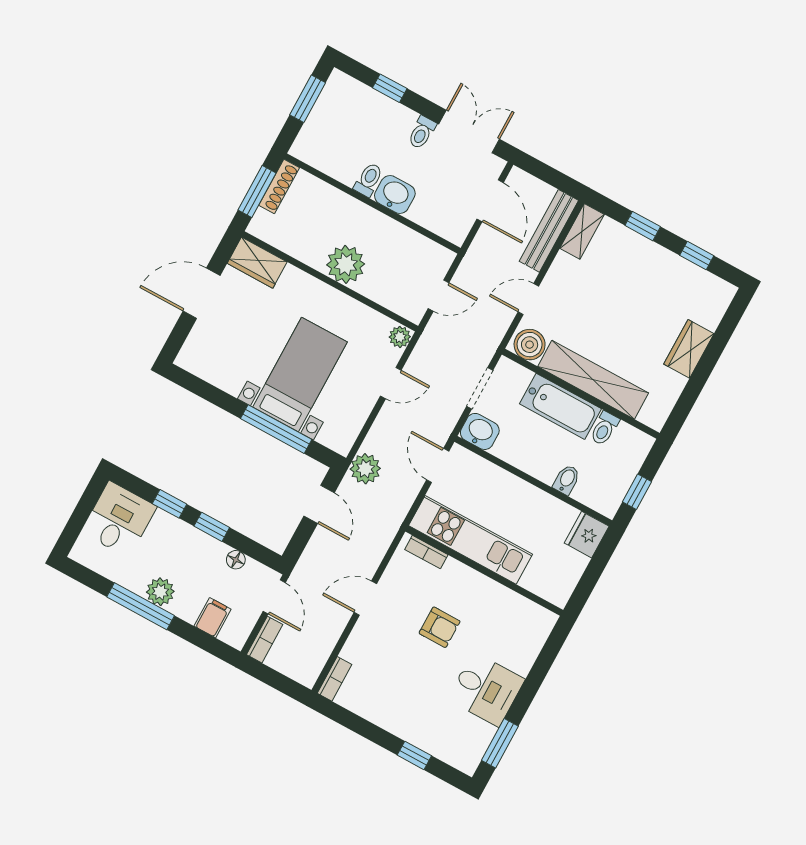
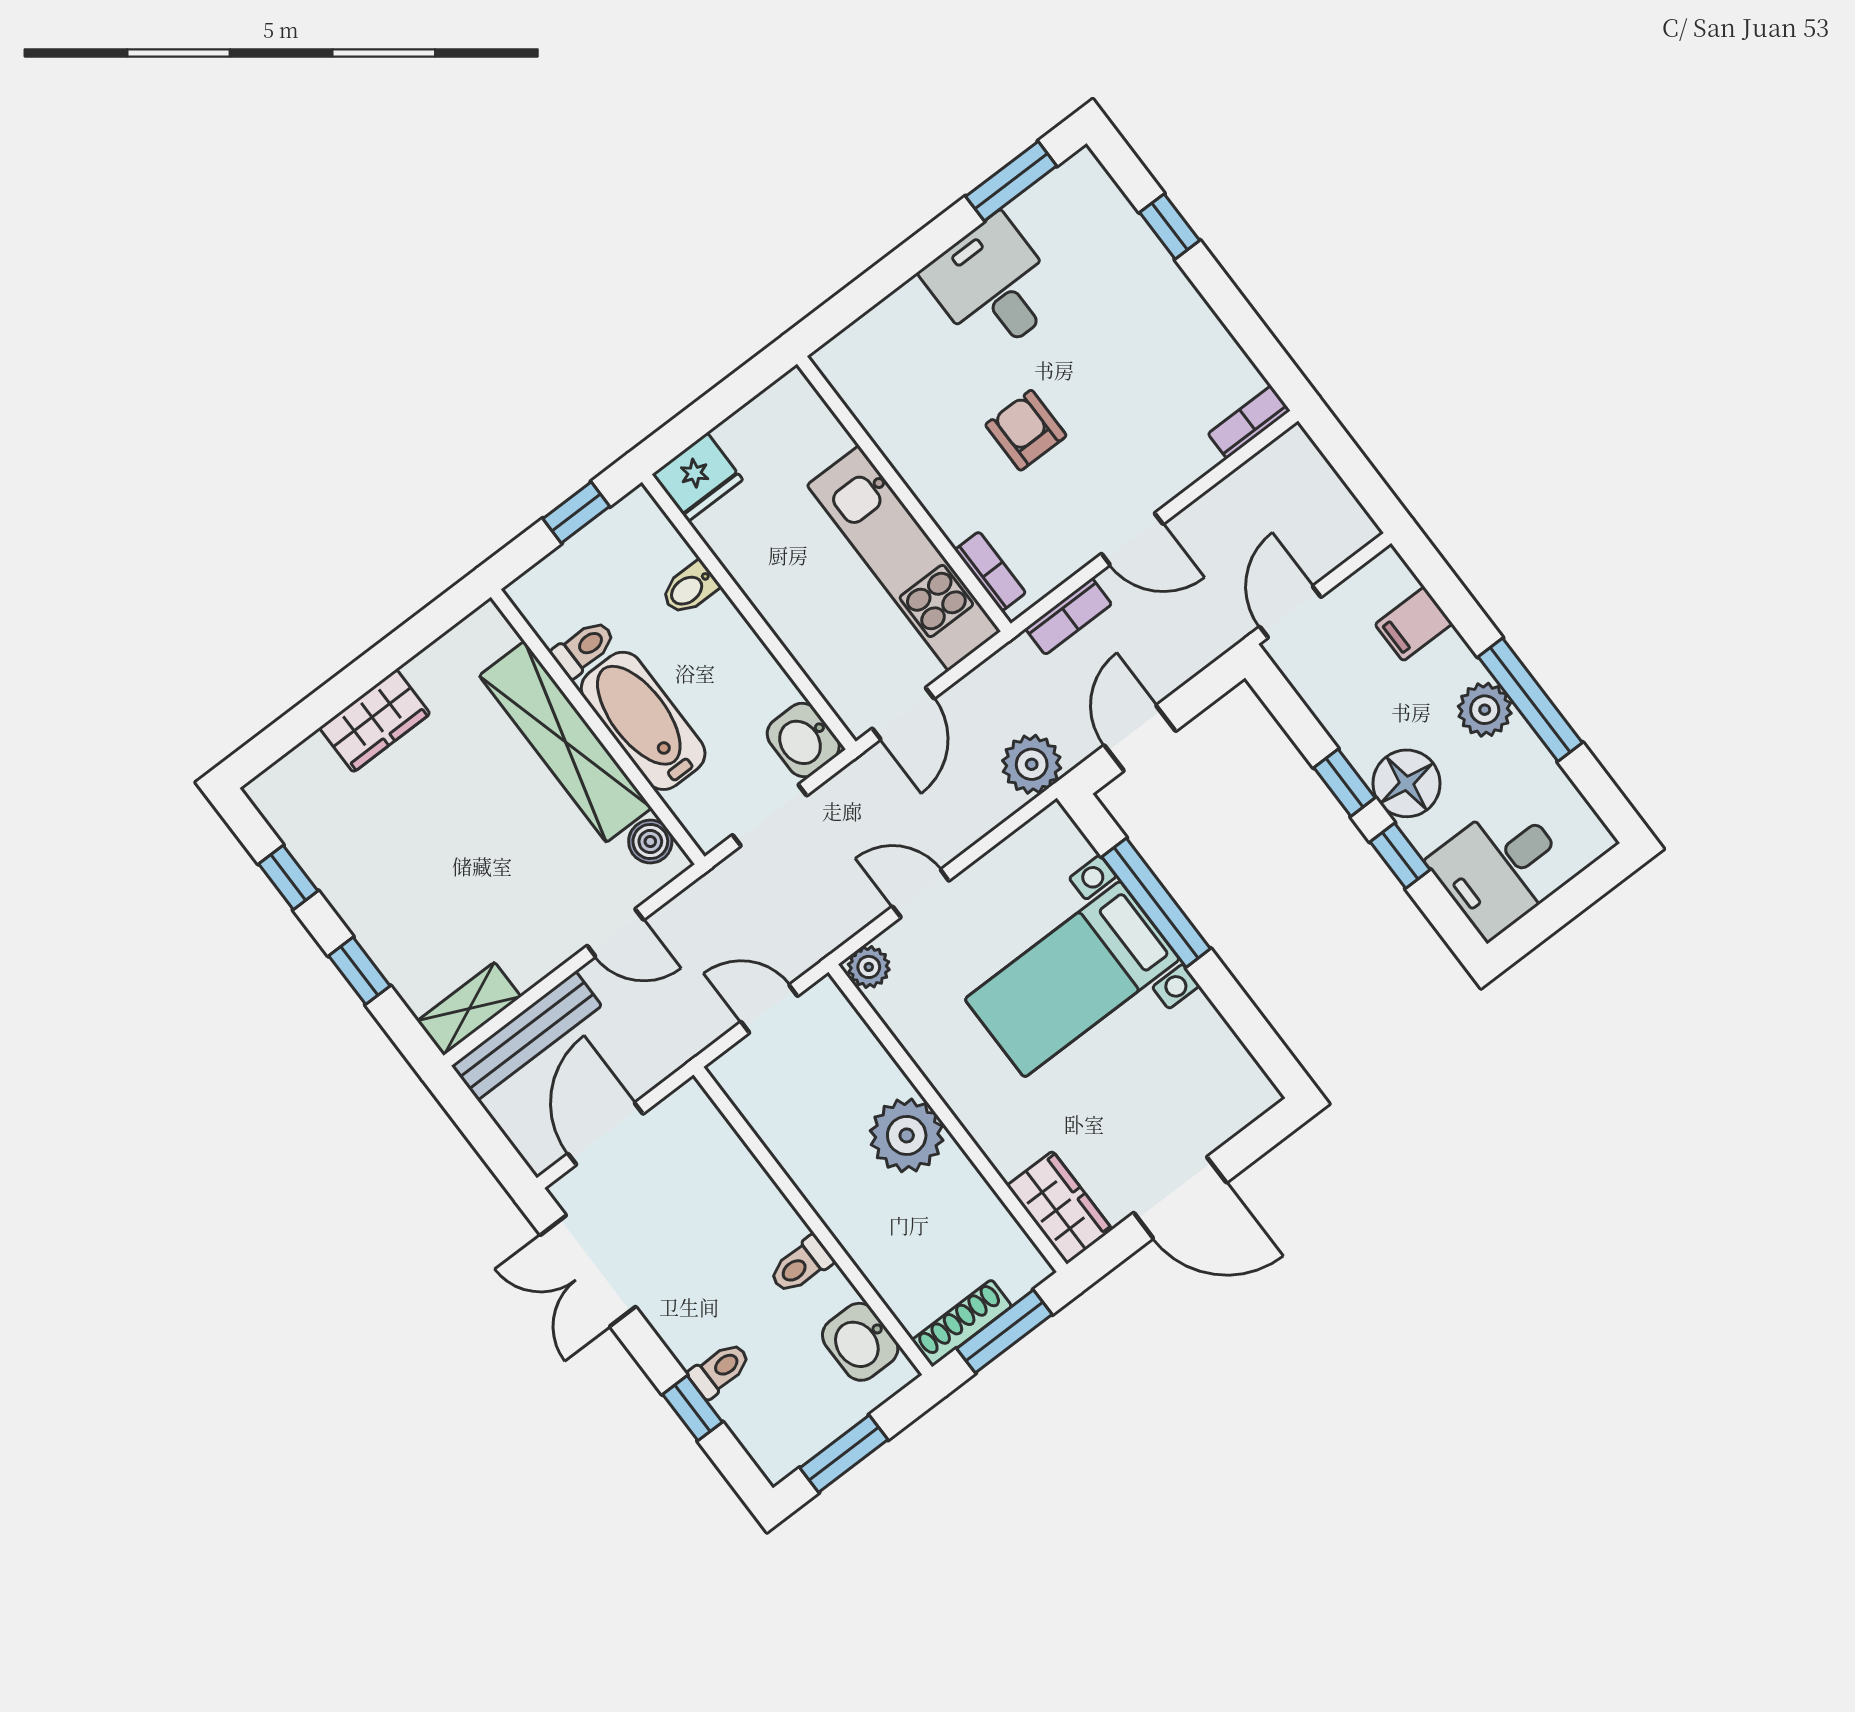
toilet: (422, 132) -> (720, 1370), moved
washbasin: (395, 195) -> (860, 1342), moved
boiler: (530, 345) -> (650, 842), width x0.73, depth x0.73
floor lamp: (236, 560) -> (1406, 783), moved, width x1.89, depth x1.89
bookcase: (265, 640) -> (1068, 616), moved, turned 180

